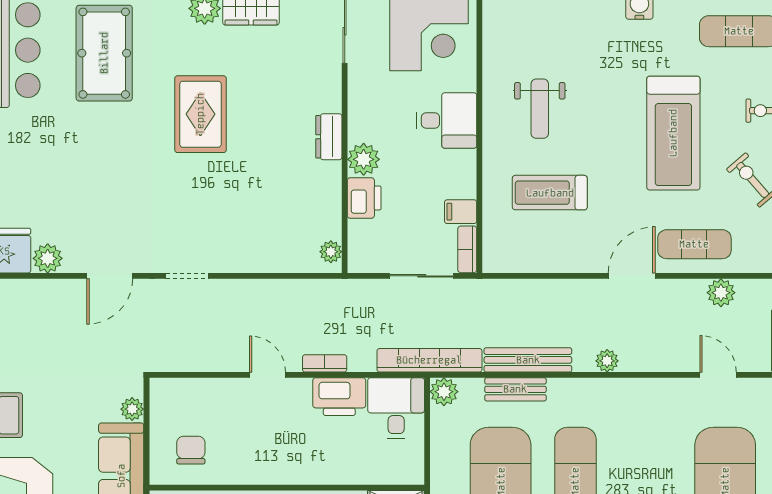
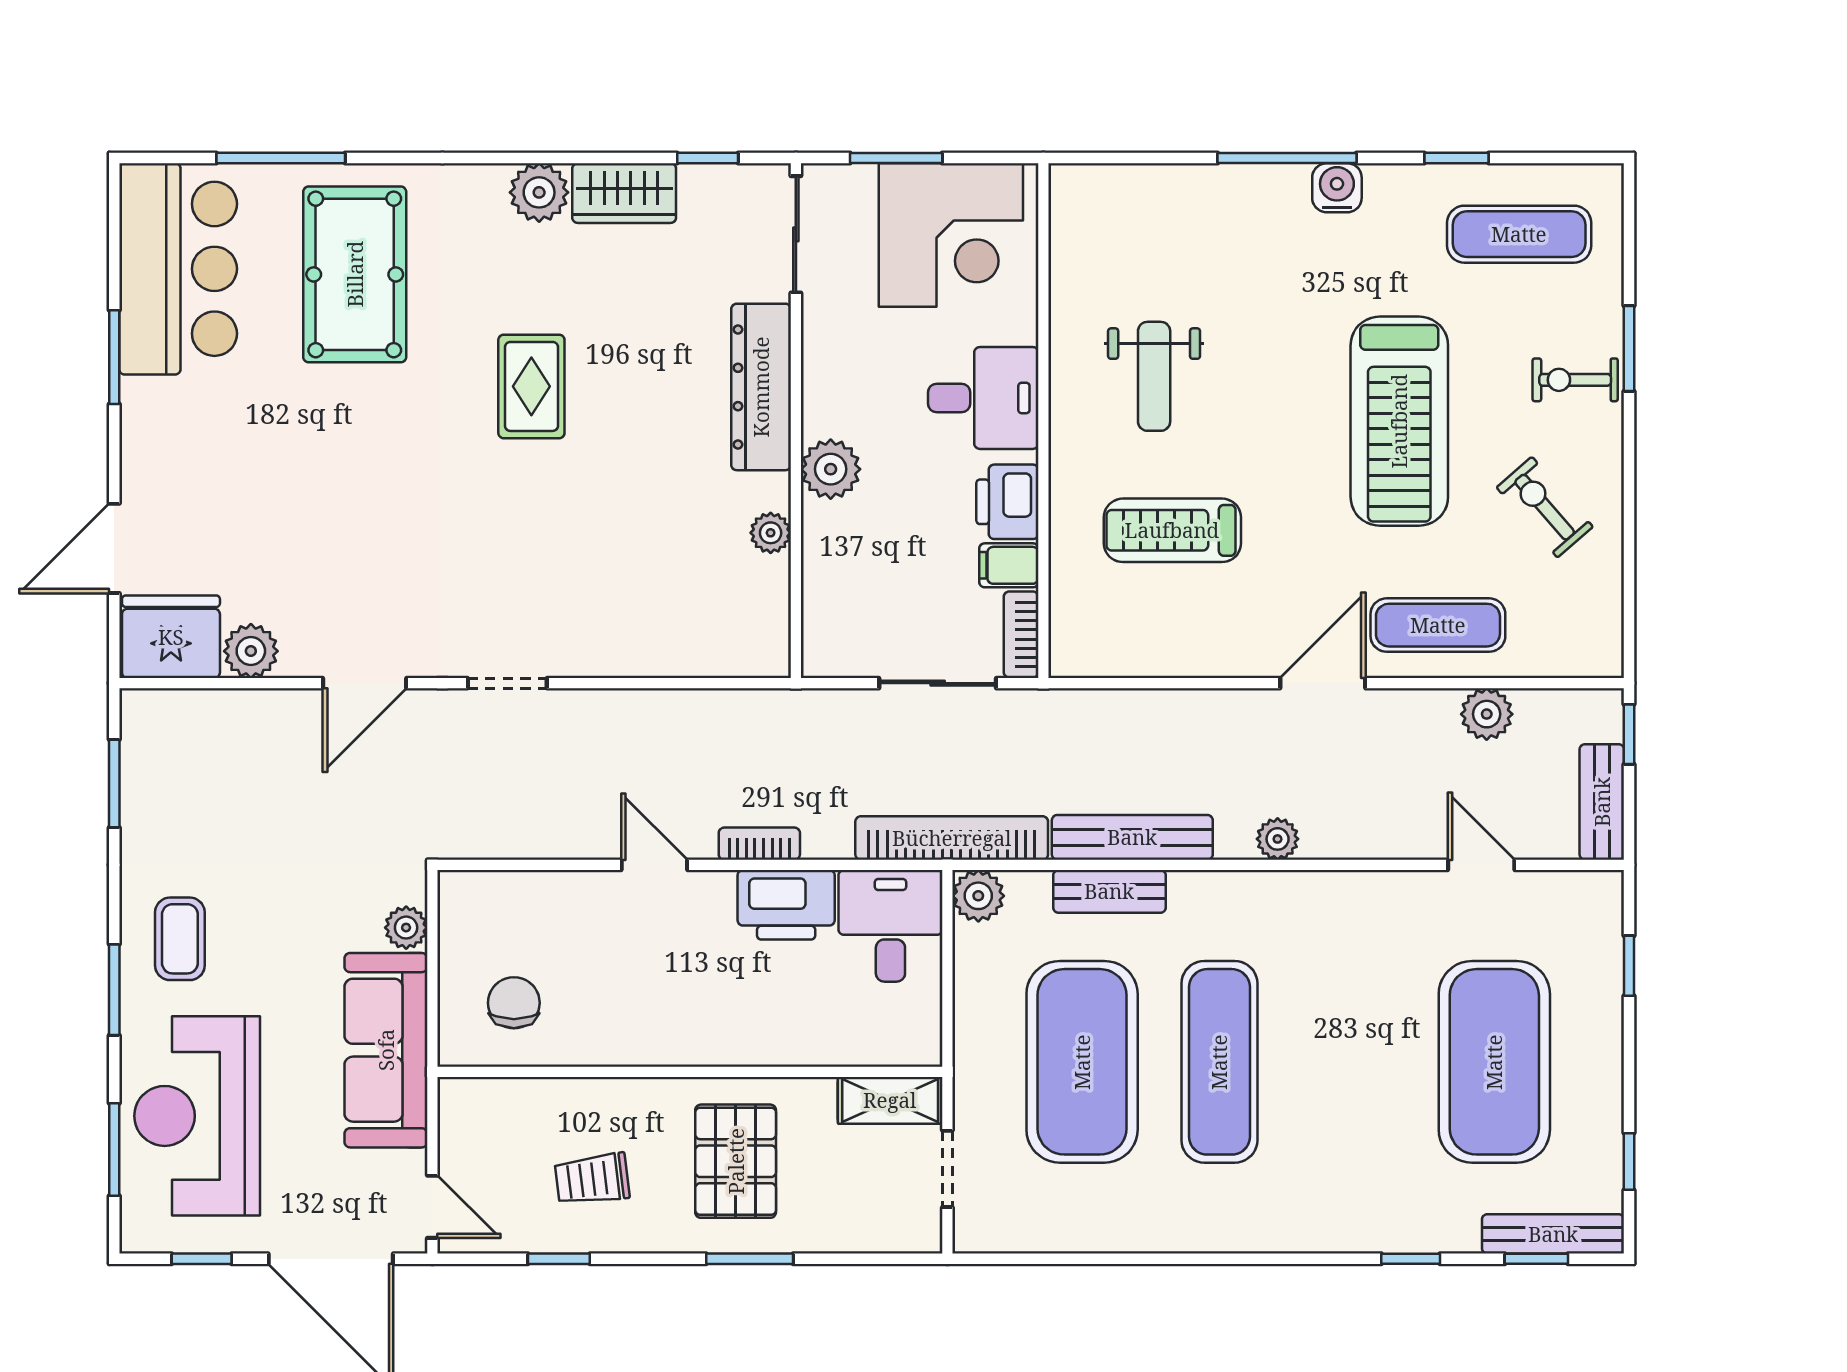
rug: (200, 114) -> (531, 386), width x0.73, depth x0.70
dresser: (329, 137) -> (761, 387), width x1.96, depth x1.24
printer: (364, 198) -> (1007, 502), moved, turned 180
plant: (331, 252) -> (771, 533), moved

